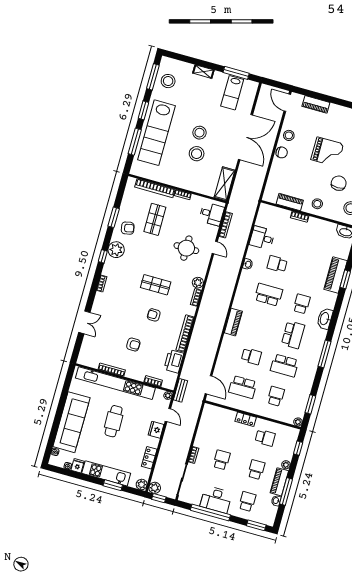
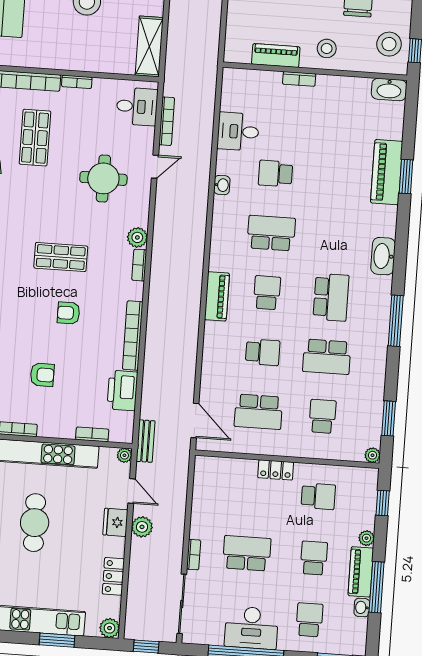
door: (215, 247) -> (155, 167), hinge flipped
school desk: (302, 304) -> (267, 293), moved
school desk: (222, 460) -> (247, 553), width x1.85
plant: (155, 488) -> (142, 527), moved

